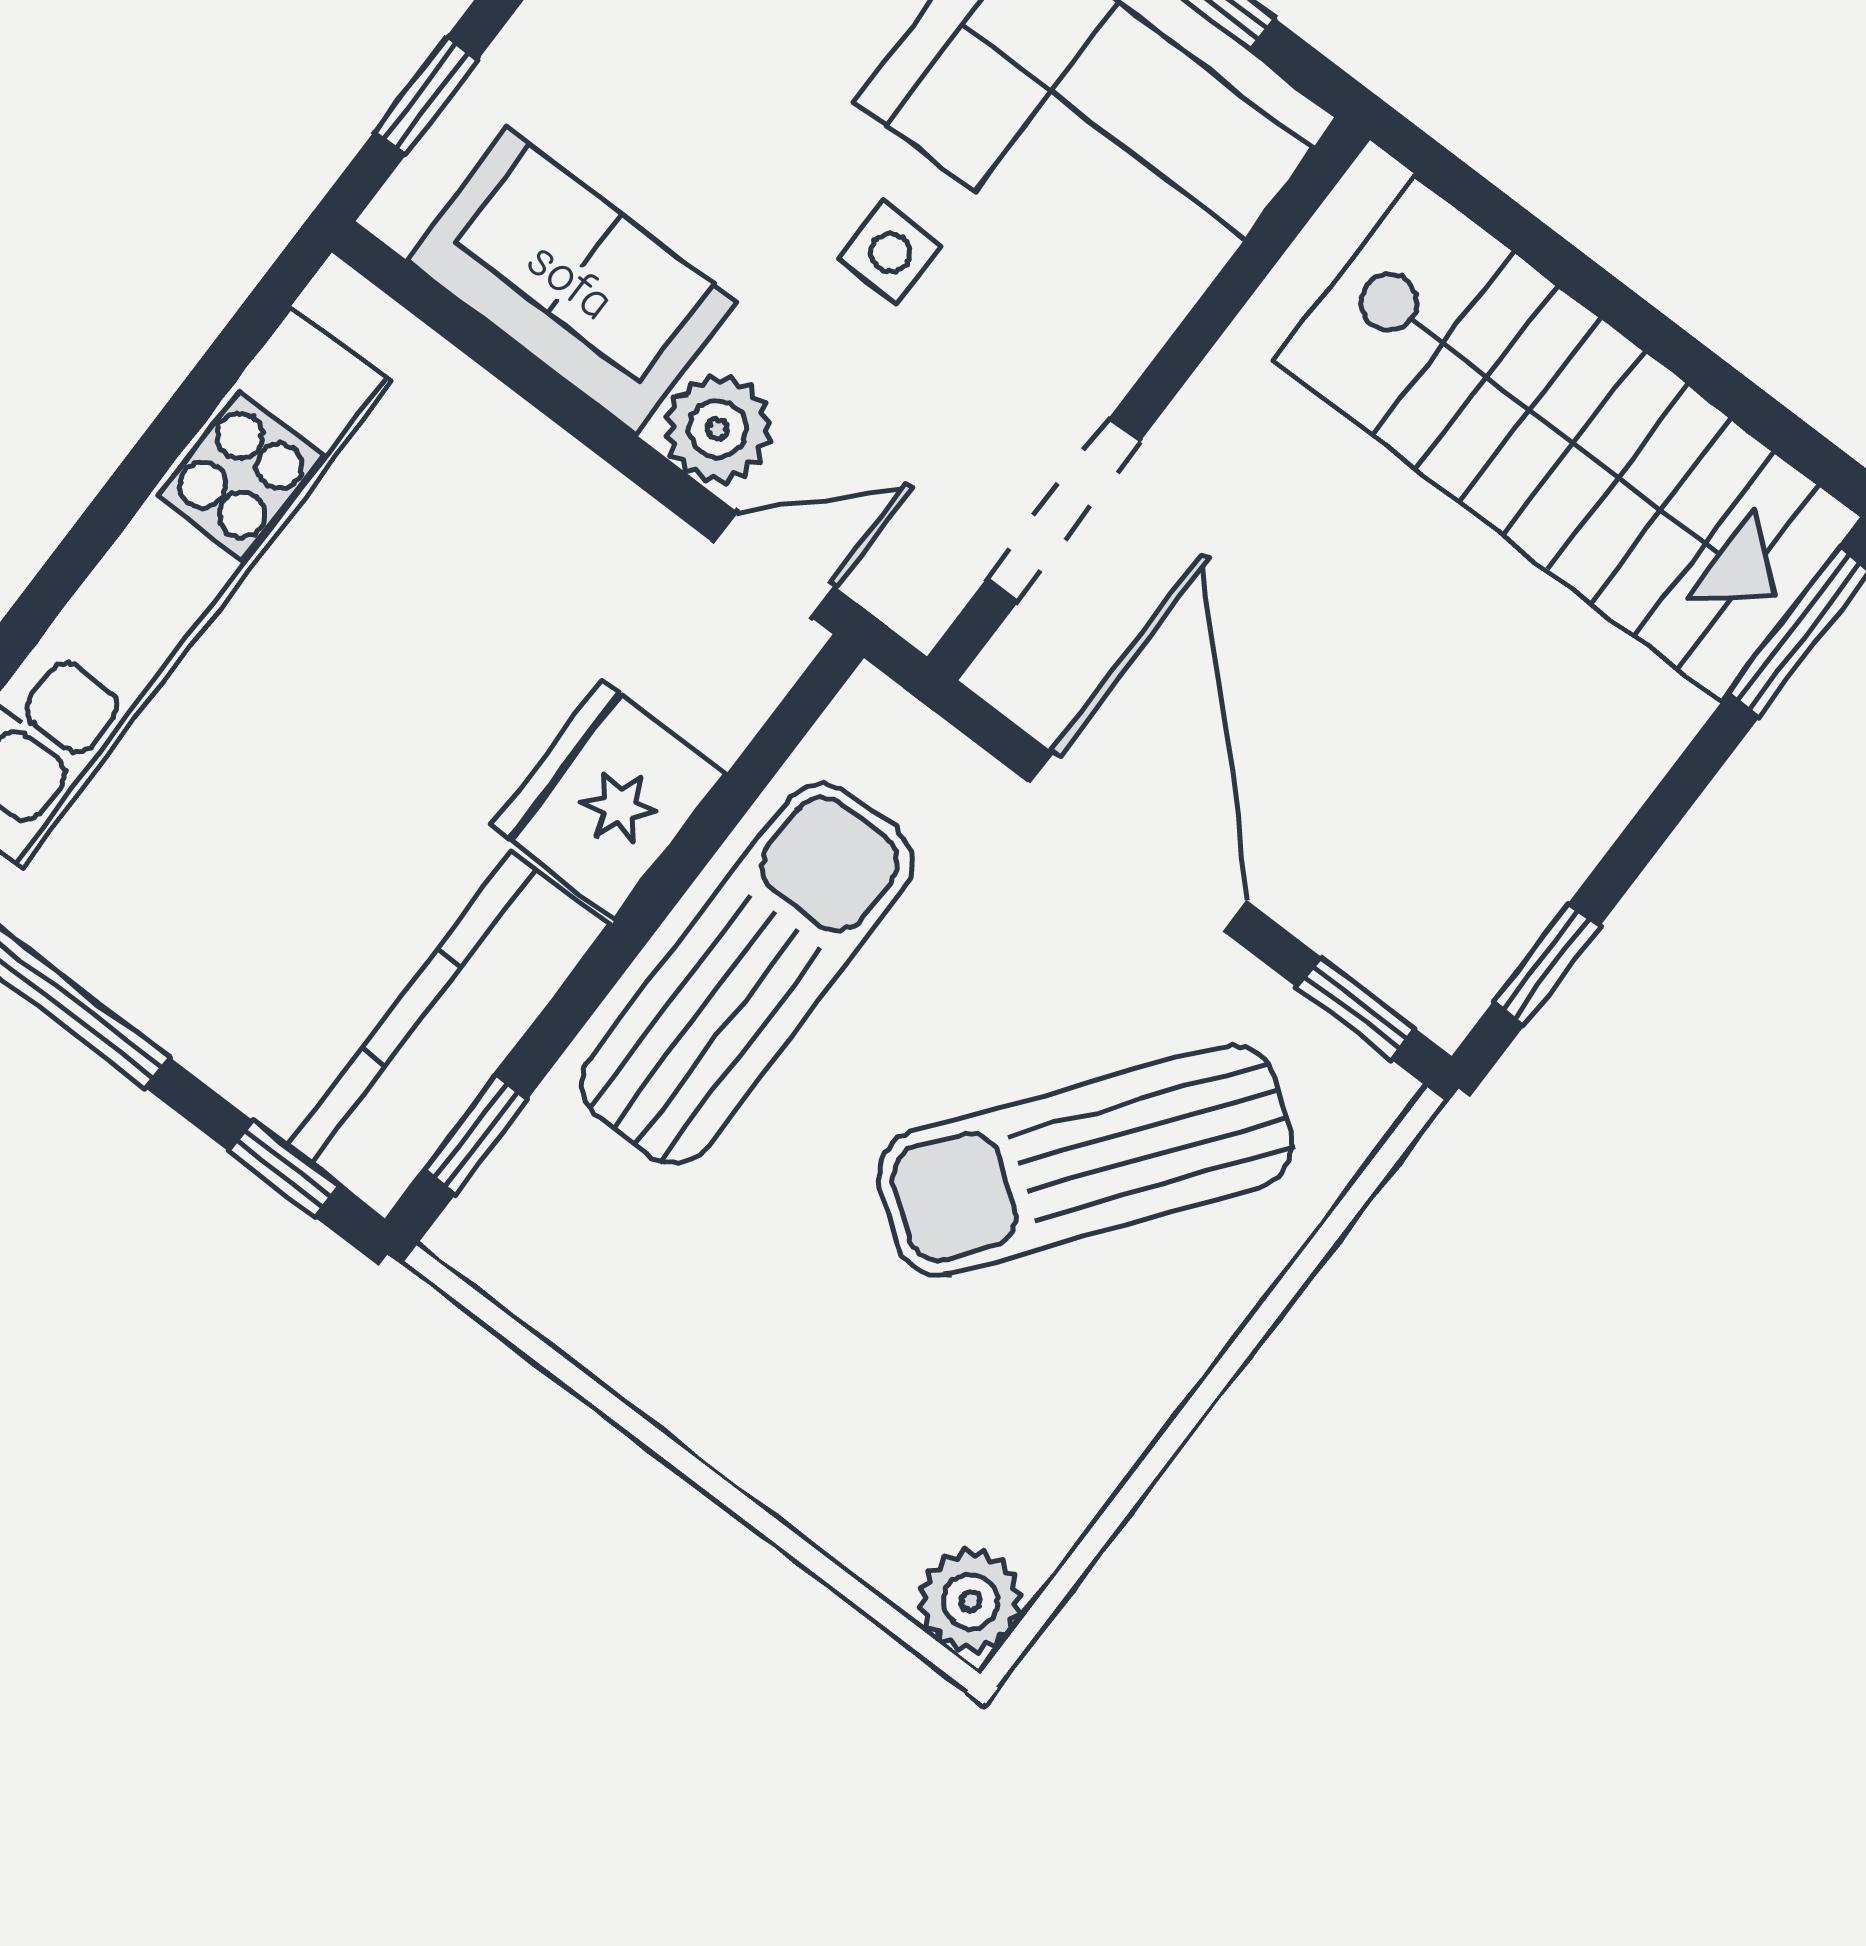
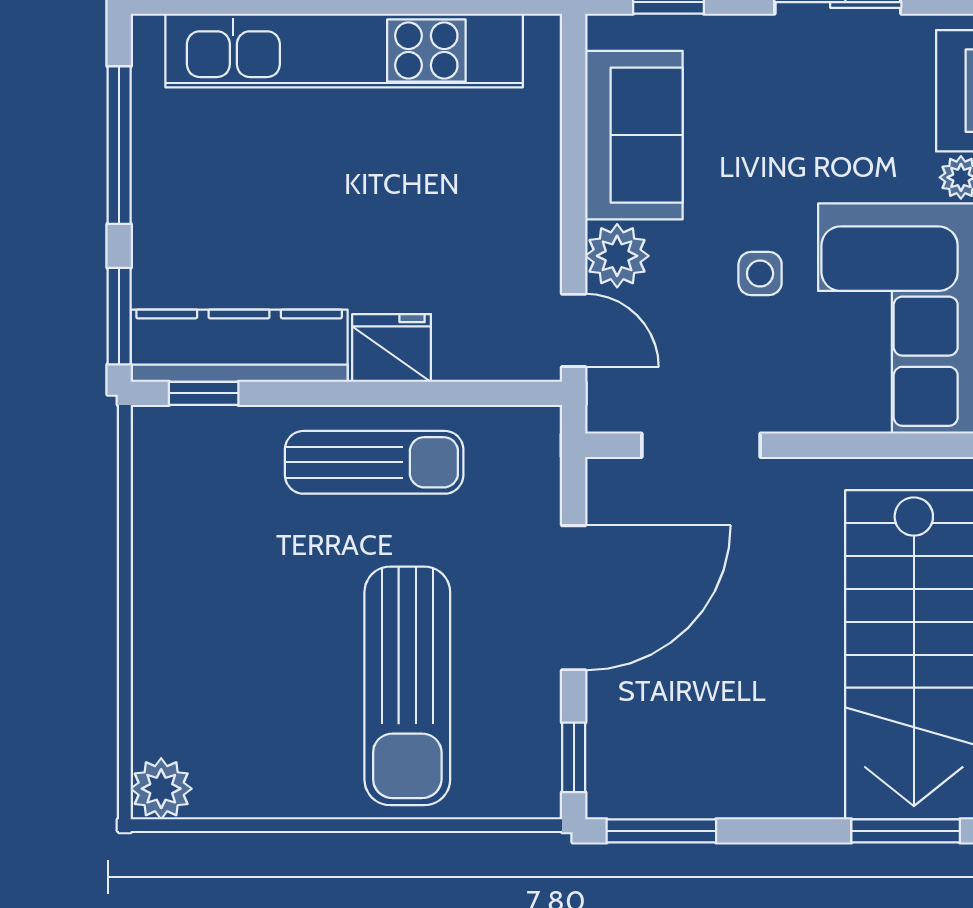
fridge: (609, 800) -> (392, 348), width x0.73, depth x0.75
window: (1546, 964) -> (661, 831), width x1.50
sun lounger: (747, 973) -> (374, 462), width x0.73, depth x0.75
sun lounger: (1086, 1160) -> (407, 686), turned -127
window: (284, 1169) -> (119, 316), width x1.50

